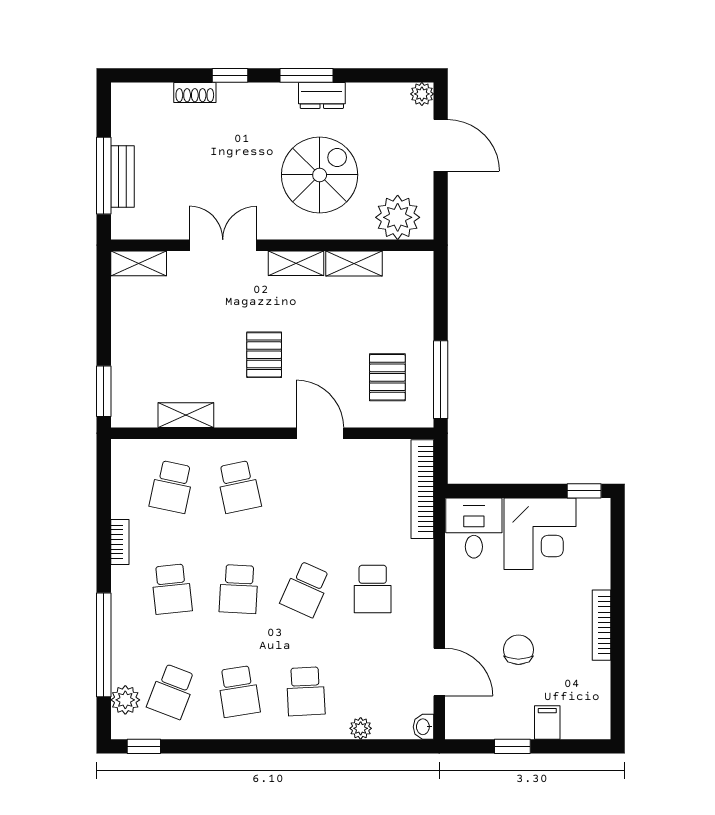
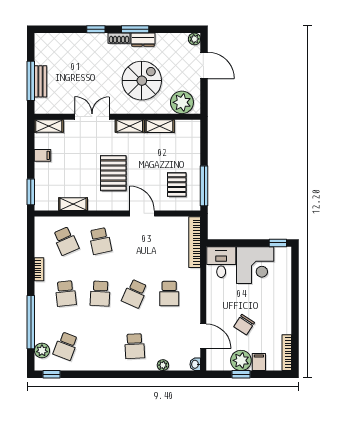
shoe rack: (195, 93) -> (119, 38), moved
filing cabinet: (126, 320) -> (43, 155), added
pallet: (264, 355) -> (113, 173), width x1.50, depth x1.42
school desk: (172, 487) -> (66, 241), turned -36
bookcase: (601, 625) -> (287, 353), moved
chair: (518, 650) -> (244, 325), turned -147
school desk: (239, 691) -> (100, 346), removed
plant: (512, 719) -> (241, 360), added

